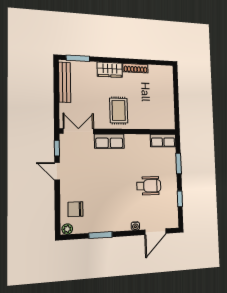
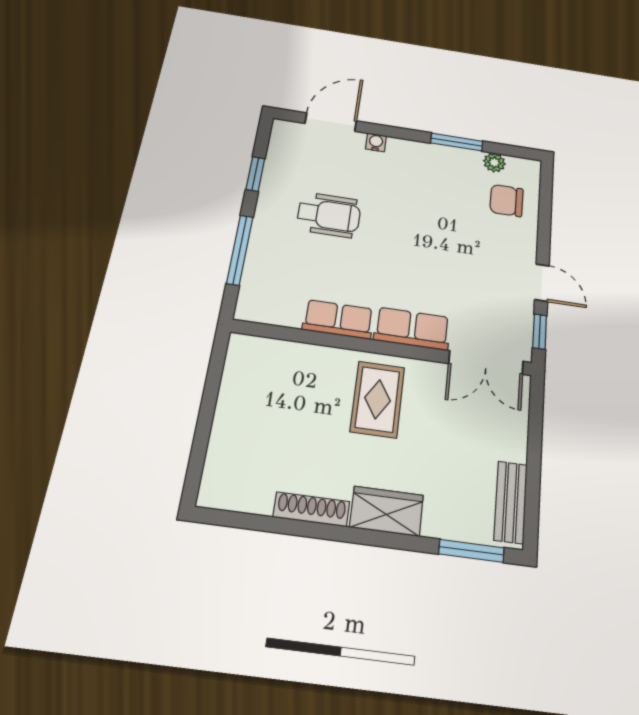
bench: (65, 82) -> (511, 502), width x0.73
row of seats: (163, 141) -> (338, 319), moved
window: (179, 164) -> (240, 250), width x1.44
wheelchair: (149, 186) -> (329, 215), turned 180
chair: (75, 209) -> (506, 200), turned 180
plant: (67, 229) -> (494, 162), moved

